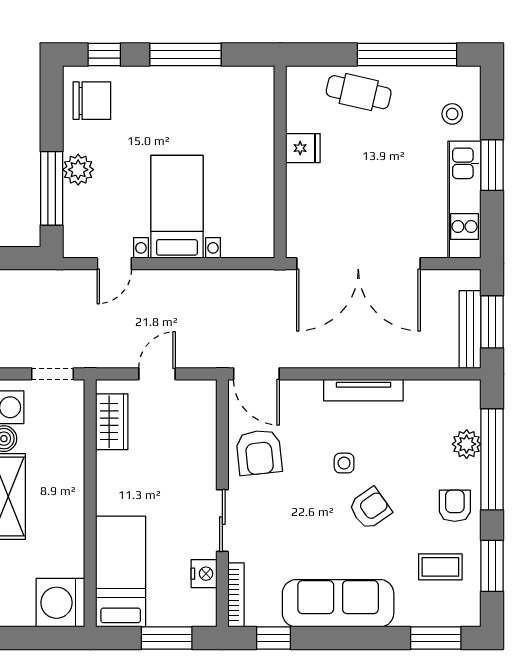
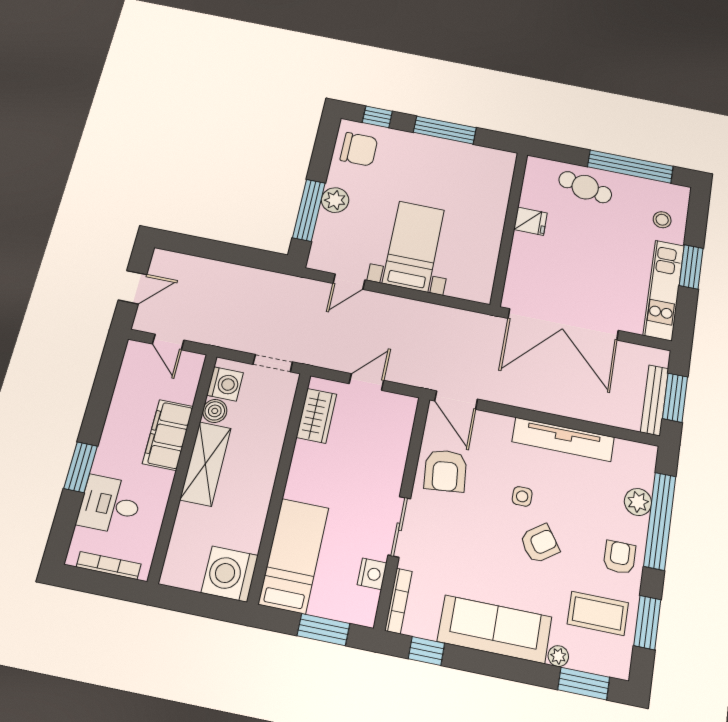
tv unit: (363, 390) -> (563, 439), width x1.36, depth x1.29
coffee table: (440, 567) -> (598, 613), width x1.36, depth x1.30
plant: (406, 617) -> (558, 656), added

